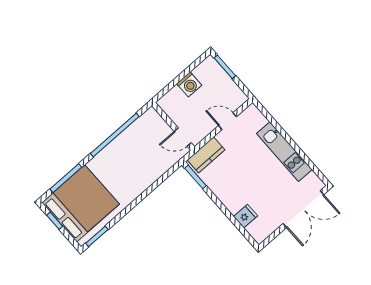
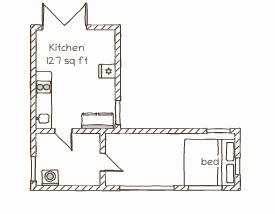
washing machine: (189, 84) -> (50, 178), moved
door: (183, 137) -> (103, 162), moved
kitchen unit: (284, 152) -> (43, 100), moved
fridge: (246, 216) -> (107, 71), moved

